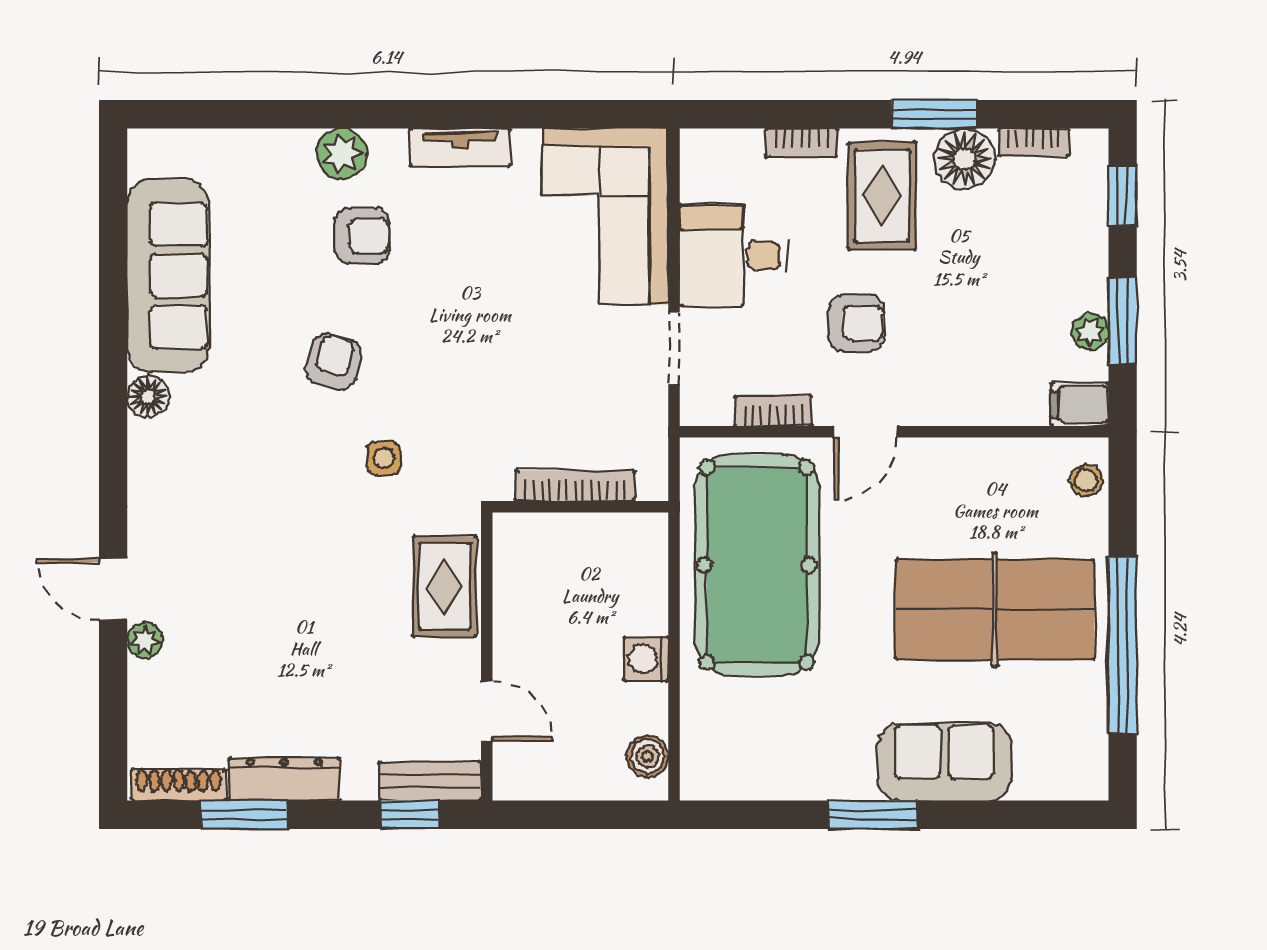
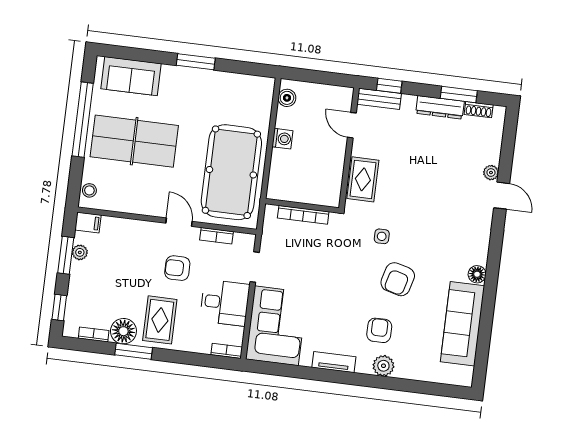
bookcase: (802, 143) -> (227, 351), moved
armchair: (362, 236) -> (379, 330), turned 90
armchair: (334, 362) -> (398, 279), width x1.38, depth x1.38
door: (865, 432) -> (179, 222), hinge flipped
sofa: (944, 762) -> (131, 76), moved
shoe rack: (179, 785) -> (479, 110), width x0.70

